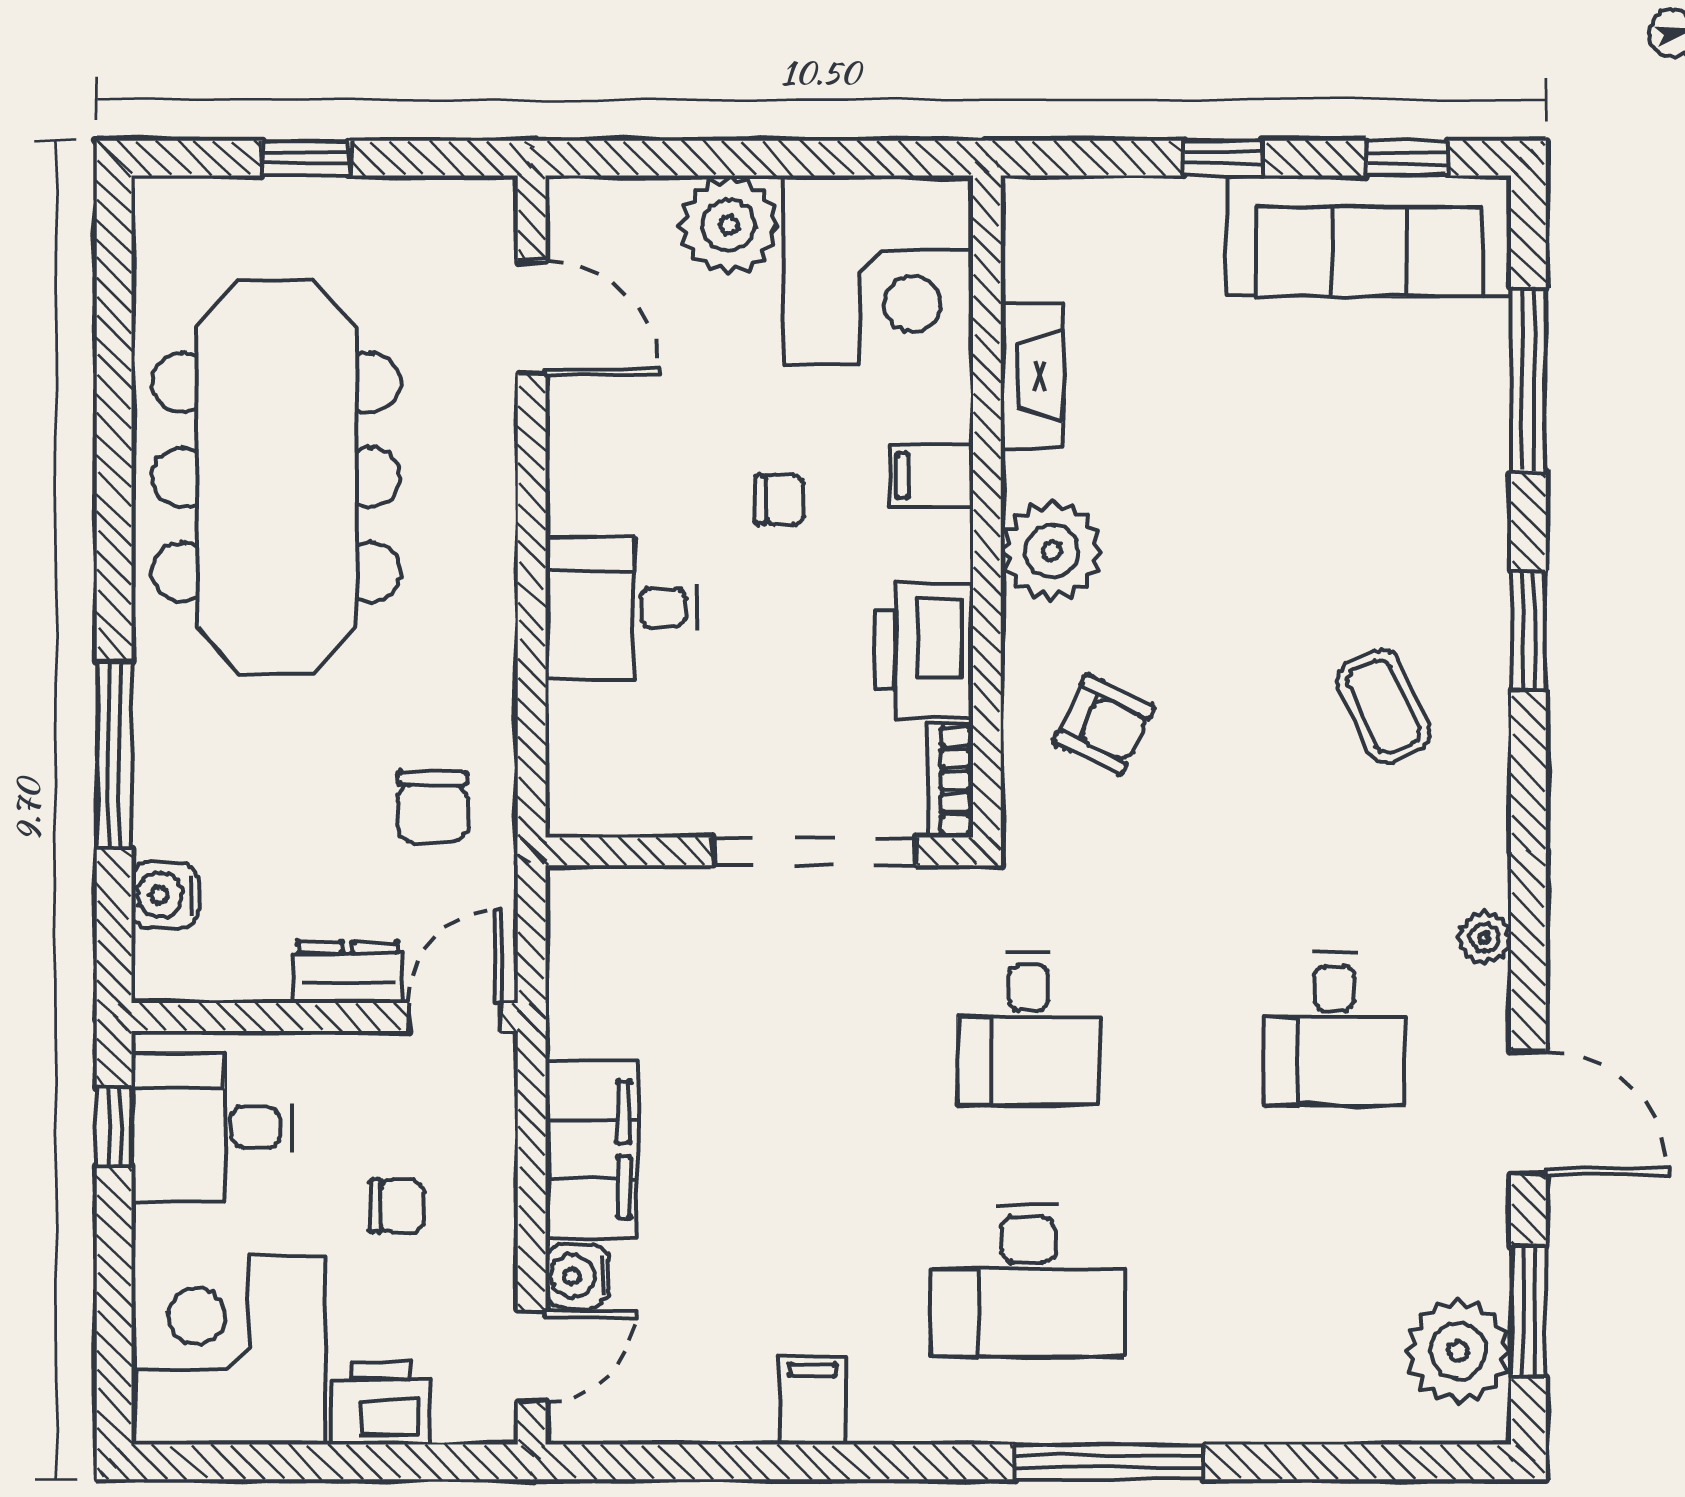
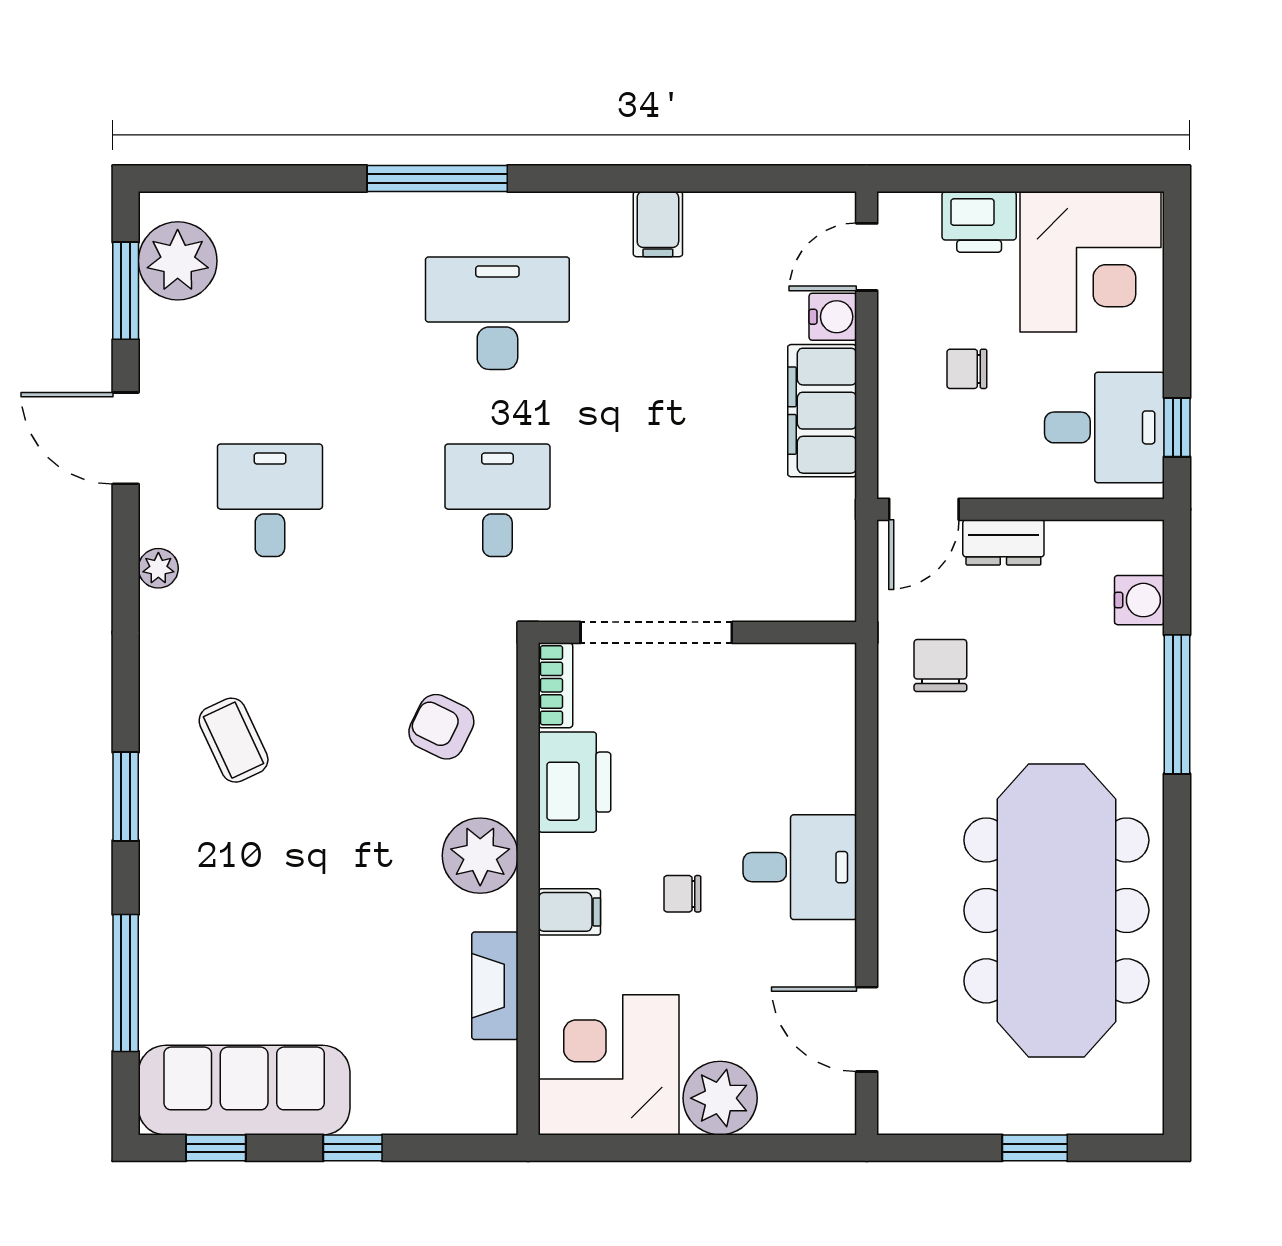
desk: (622, 608) -> (800, 867), moved

